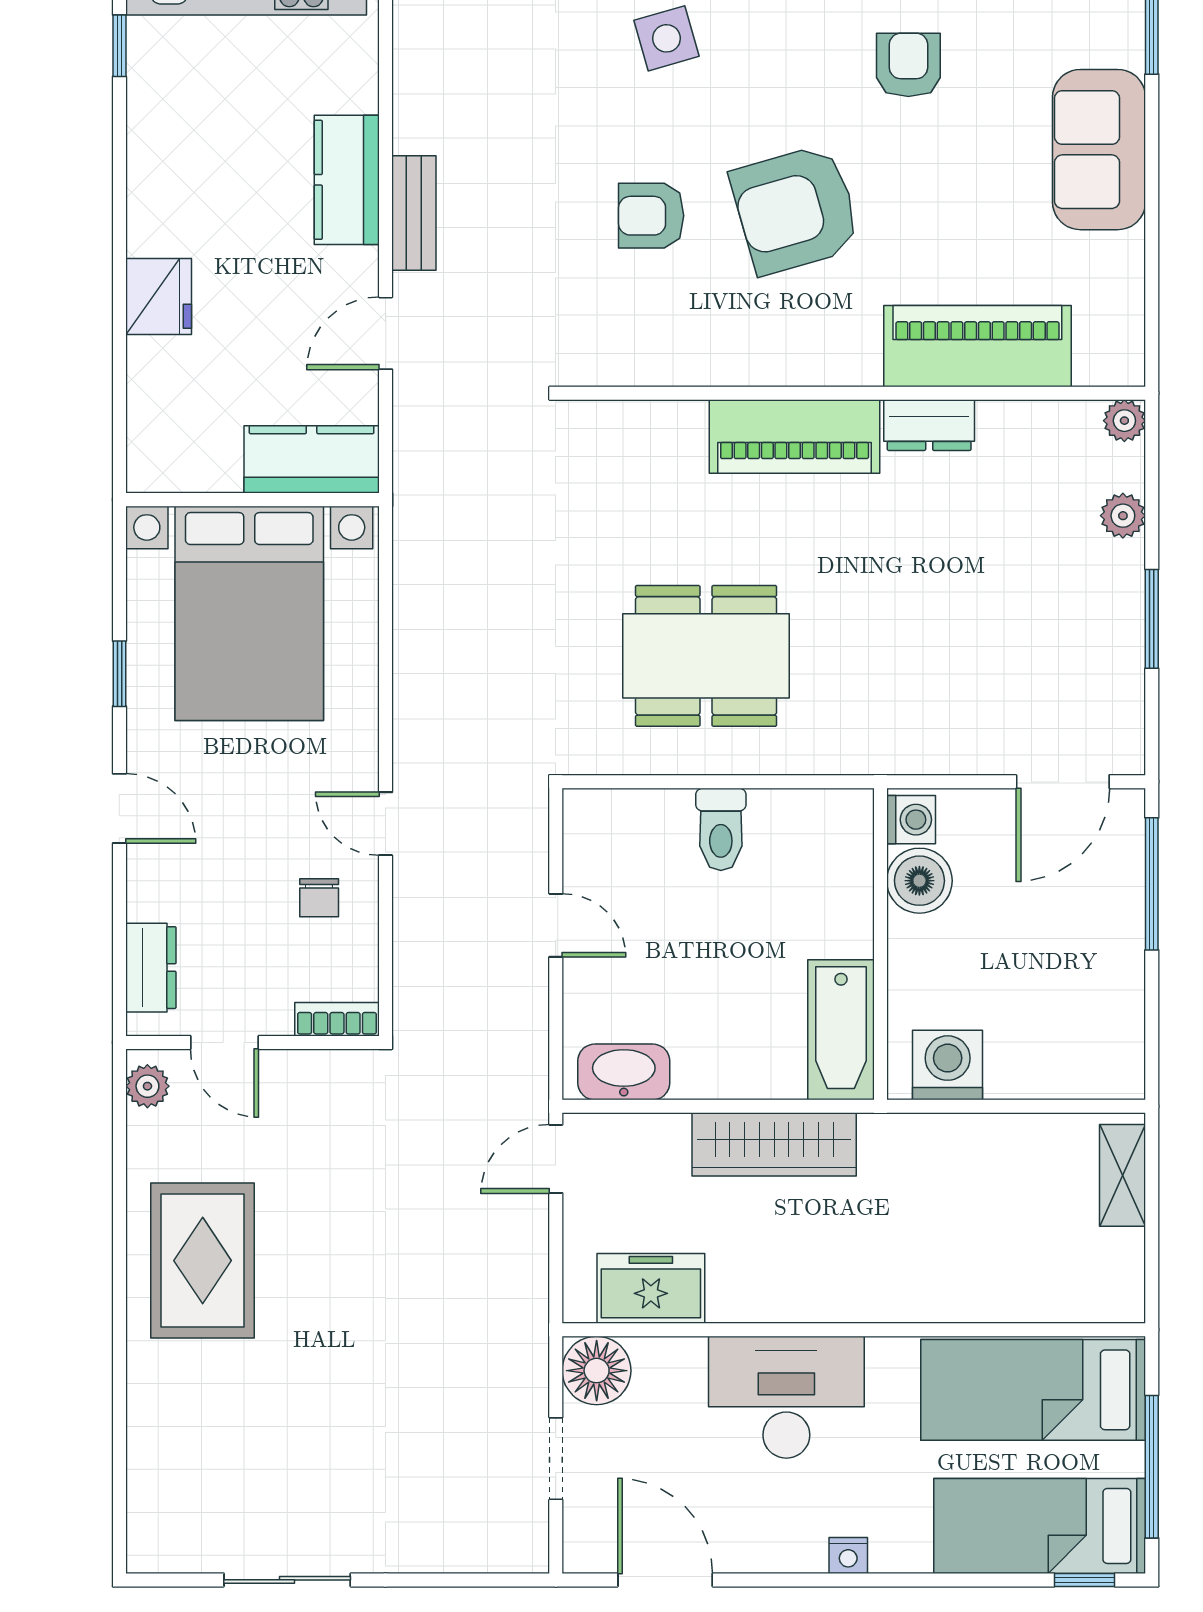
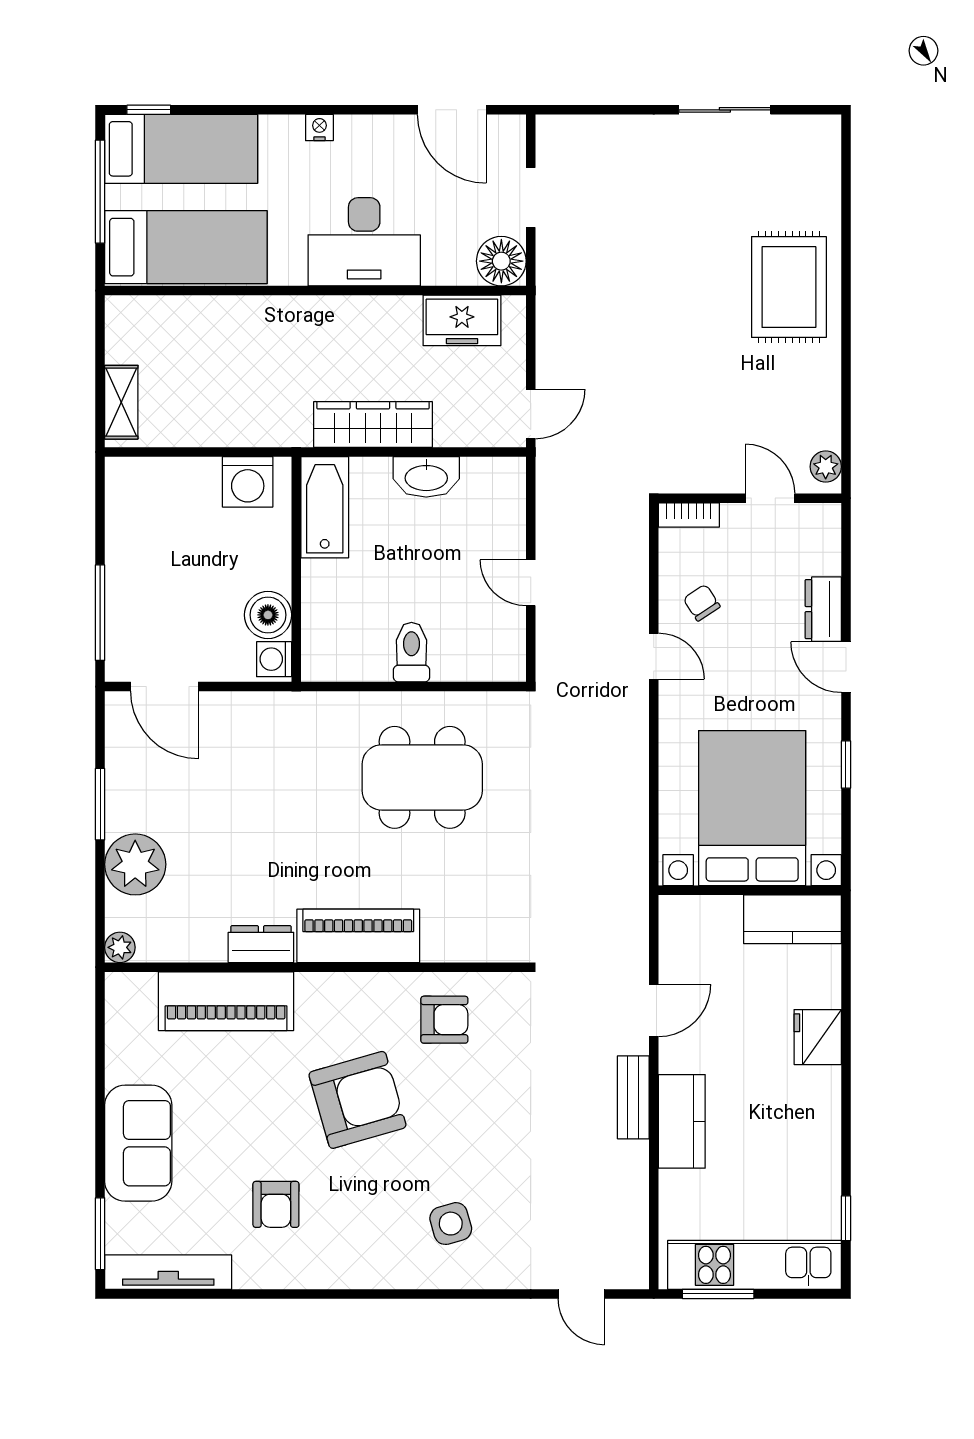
armchair: (651, 216) -> (444, 1020), moved
kitchen counter: (312, 459) -> (793, 919), moved
plant: (1123, 516) -> (135, 864), width x1.87, depth x1.87
door: (1063, 782) -> (164, 687), swing flipped
chair: (319, 898) -> (702, 603), turned -33
dresser: (151, 968) -> (823, 609), moved
washbasin: (624, 1072) -> (426, 477), moved
rug: (203, 1261) -> (789, 287), moved

